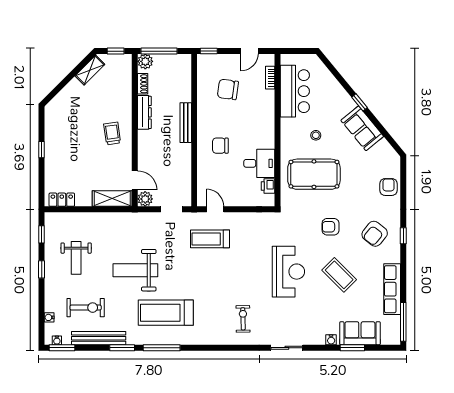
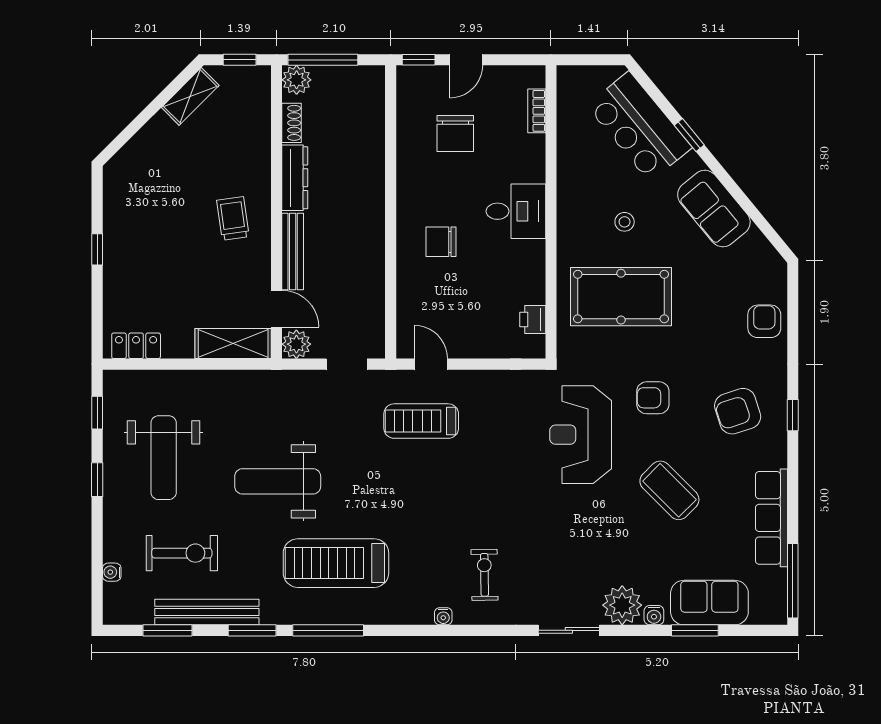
door: (249, 51) -> (466, 60), moved
chair: (228, 89) -> (455, 134), turned -98
bar counter: (295, 91) -> (639, 127), moved, turned 141
window: (360, 102) -> (689, 135), moved
bench: (186, 123) -> (293, 252), moved
desk: (259, 163) -> (516, 211), moved
armchair: (375, 234) -> (738, 411), turned 33
weight bench: (76, 258) -> (164, 458), width x1.36, depth x1.33
reception desk: (288, 272) -> (581, 435), moved, turned 180
plant: (315, 335) -> (622, 605), added
water cooler: (57, 340) -> (443, 616), moved
window: (62, 348) -> (168, 630), moved

